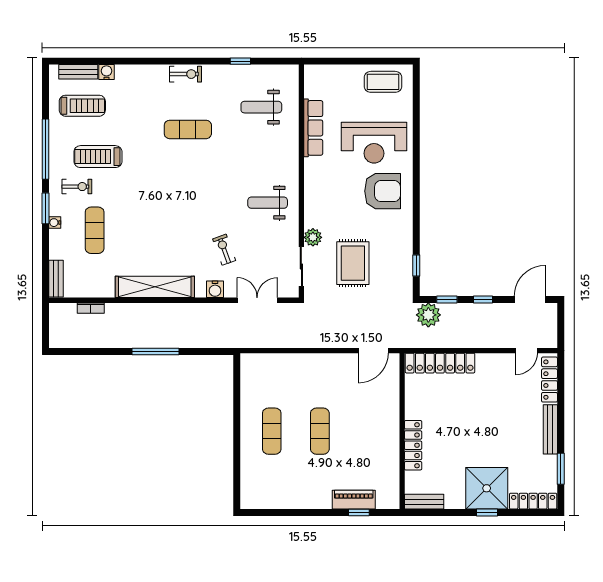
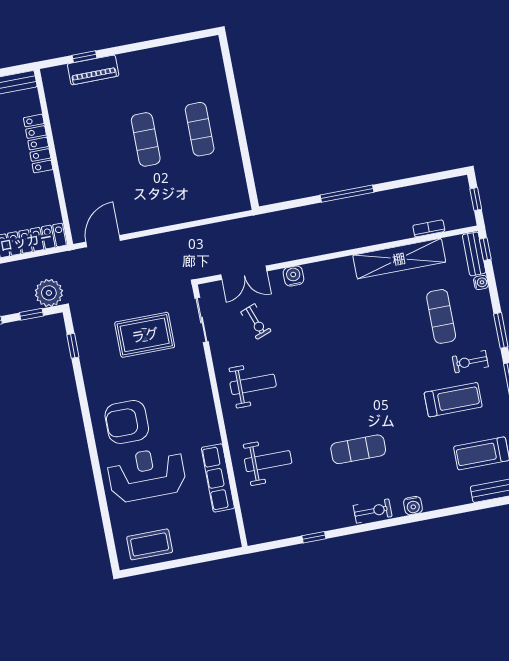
water cooler: (106, 72) -> (413, 506), moved
exercise bike: (186, 74) -> (373, 511), turned 180
weight bench: (261, 107) -> (268, 461), moved
water cooler: (55, 223) -> (481, 283), moved
plant: (313, 237) -> (195, 355), removed
exercise bike: (224, 250) -> (256, 322), moved
rug: (353, 263) -> (145, 335), turned 90
window: (46, 281) -> (485, 249), added
shelving: (155, 287) -> (399, 259), moved
window: (46, 326) -> (476, 199), added

